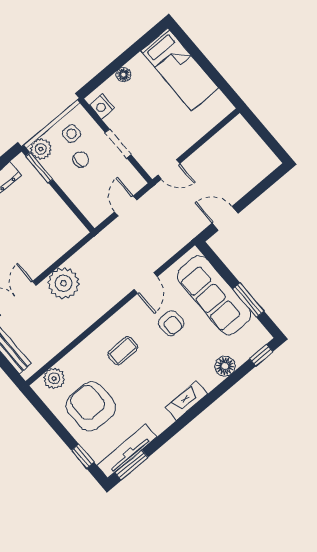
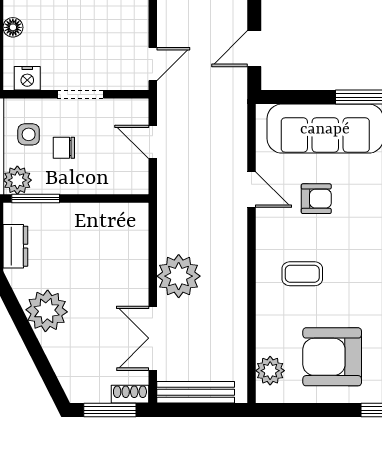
chair: (81, 159) -> (64, 148), turned -90
coffee table: (123, 351) -> (302, 274), turned 90

